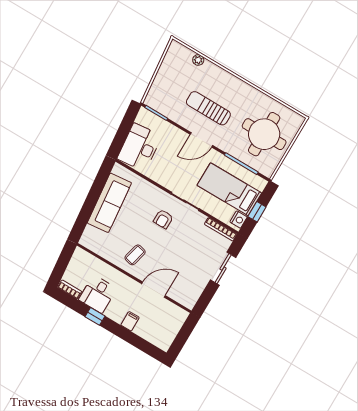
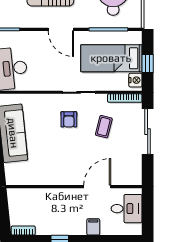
door: (201, 140) -> (61, 29), hinge flipped
coffee table: (135, 255) -> (104, 127), moved
sliding door: (223, 269) -> (148, 132), width x1.37
desk: (98, 294) -> (127, 209), moved, turned -90

